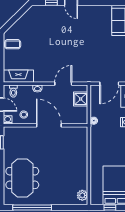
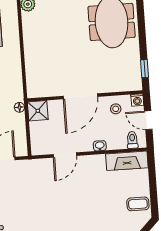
shower: (81, 99) -> (38, 111), moved
door: (49, 125) -> (80, 96), hinge flipped

